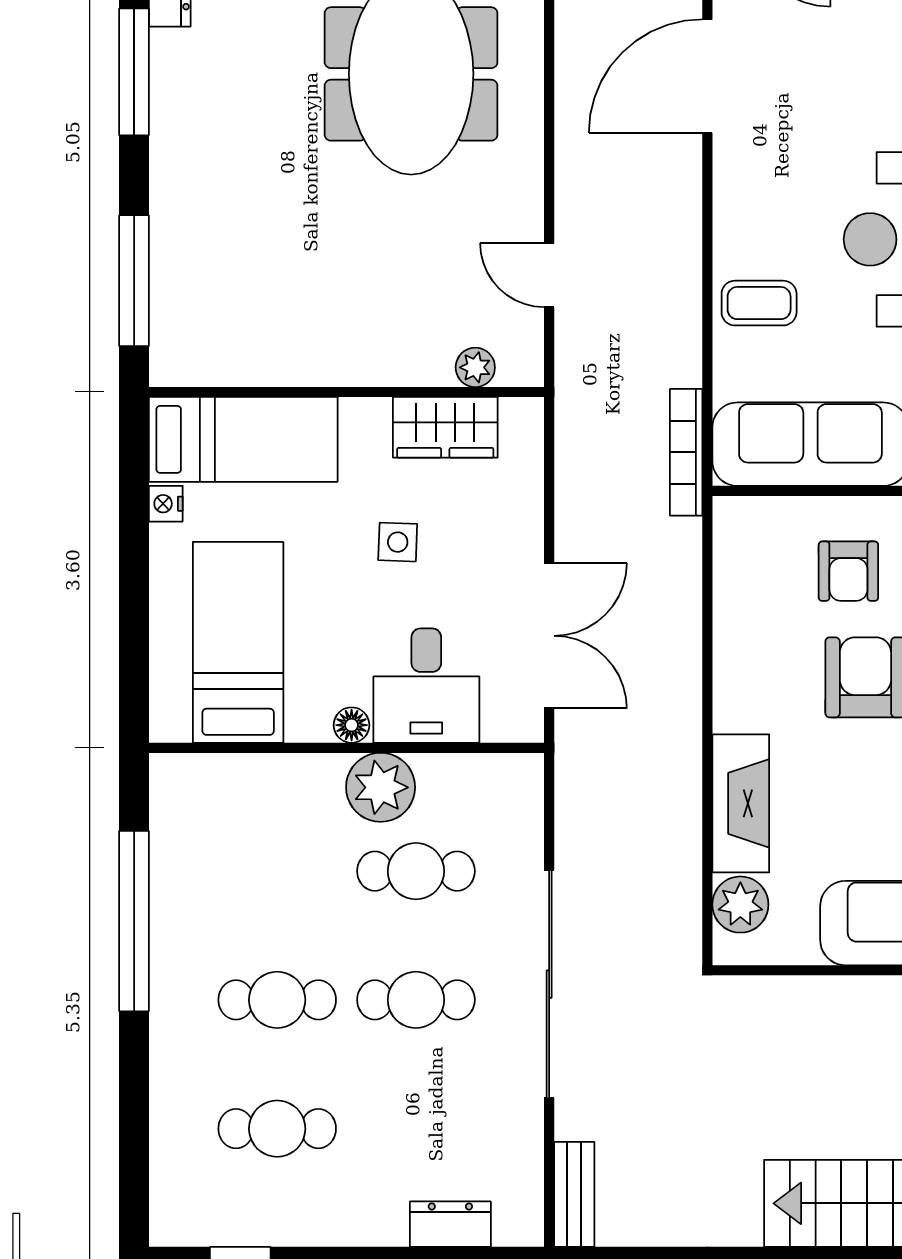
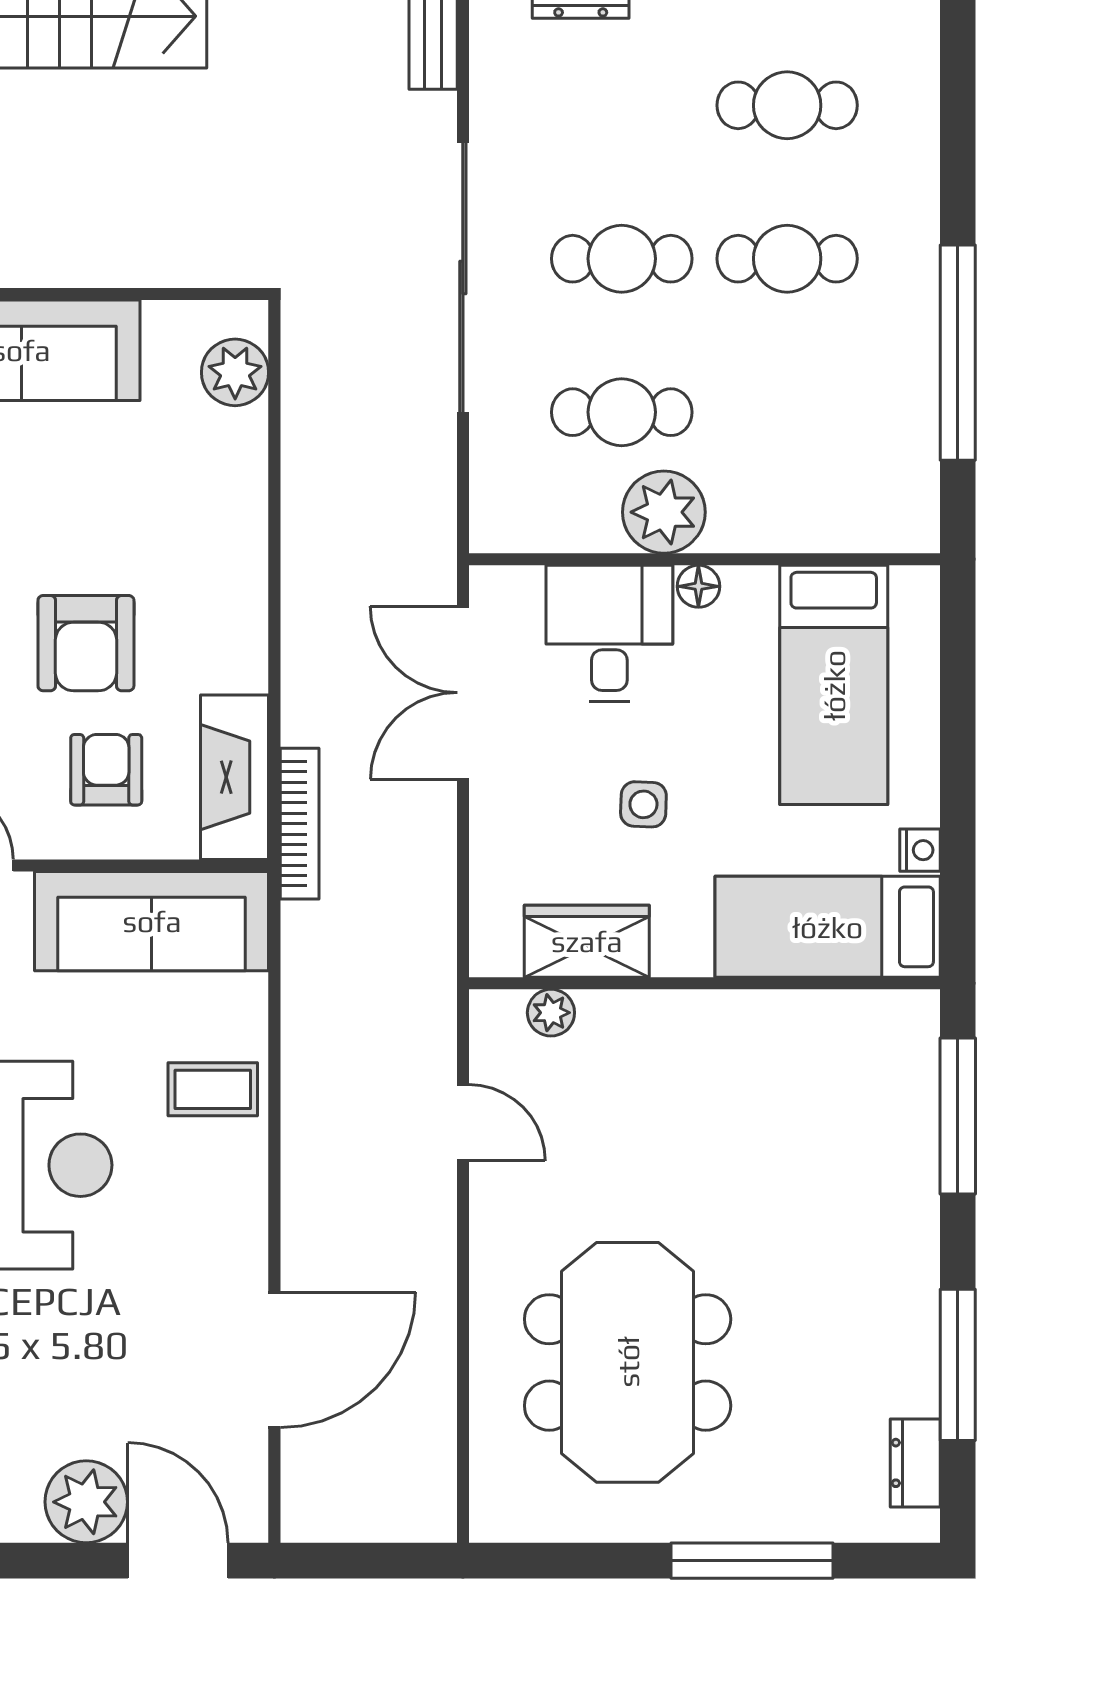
bookcase: (686, 452) -> (300, 824), moved
fireplace: (741, 803) -> (235, 777), moved

